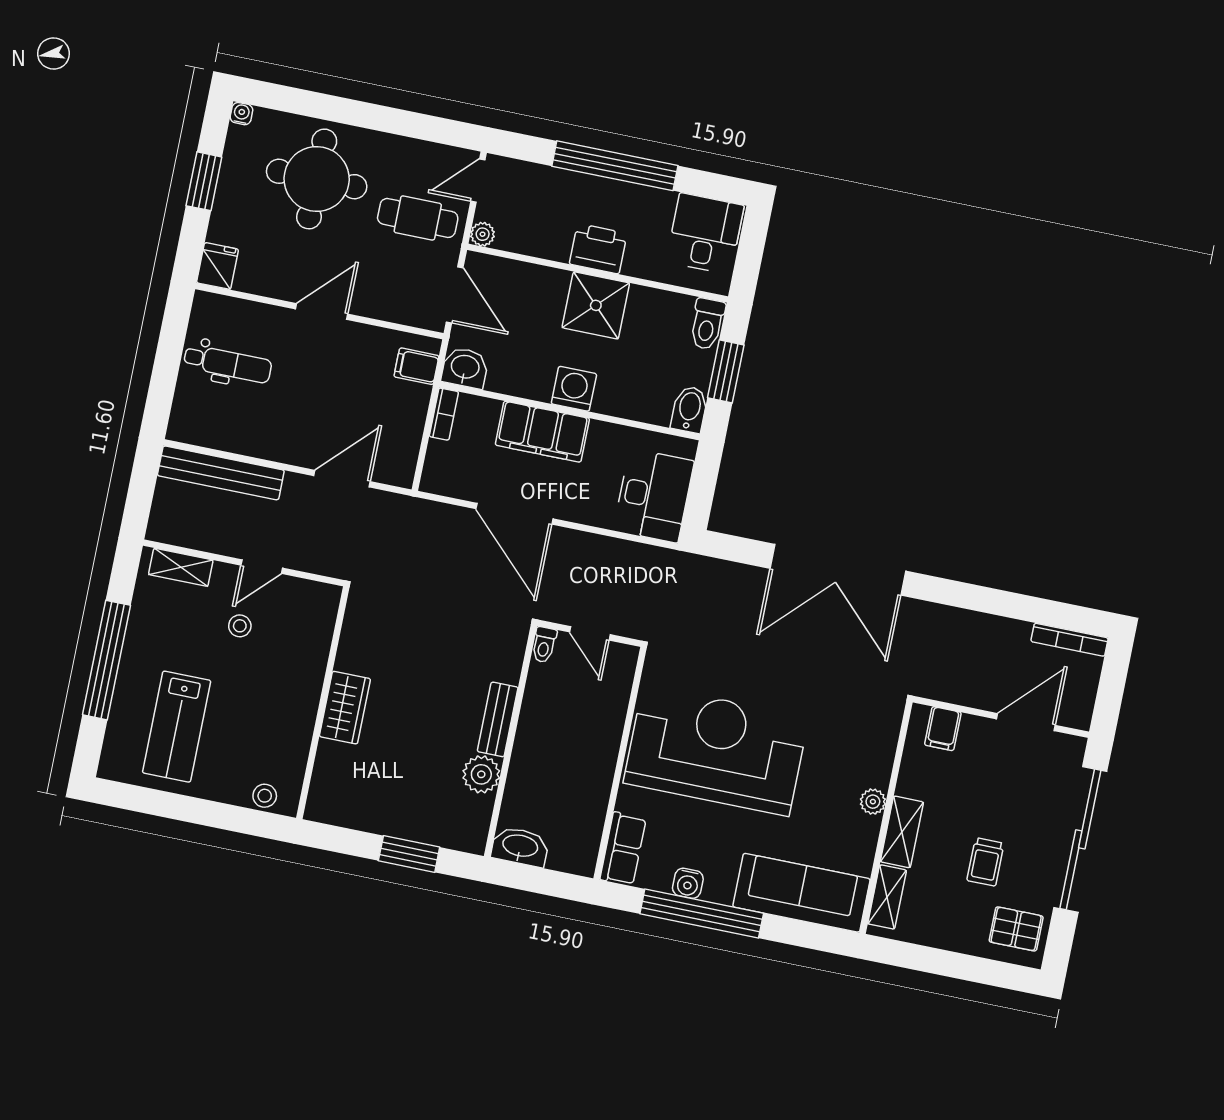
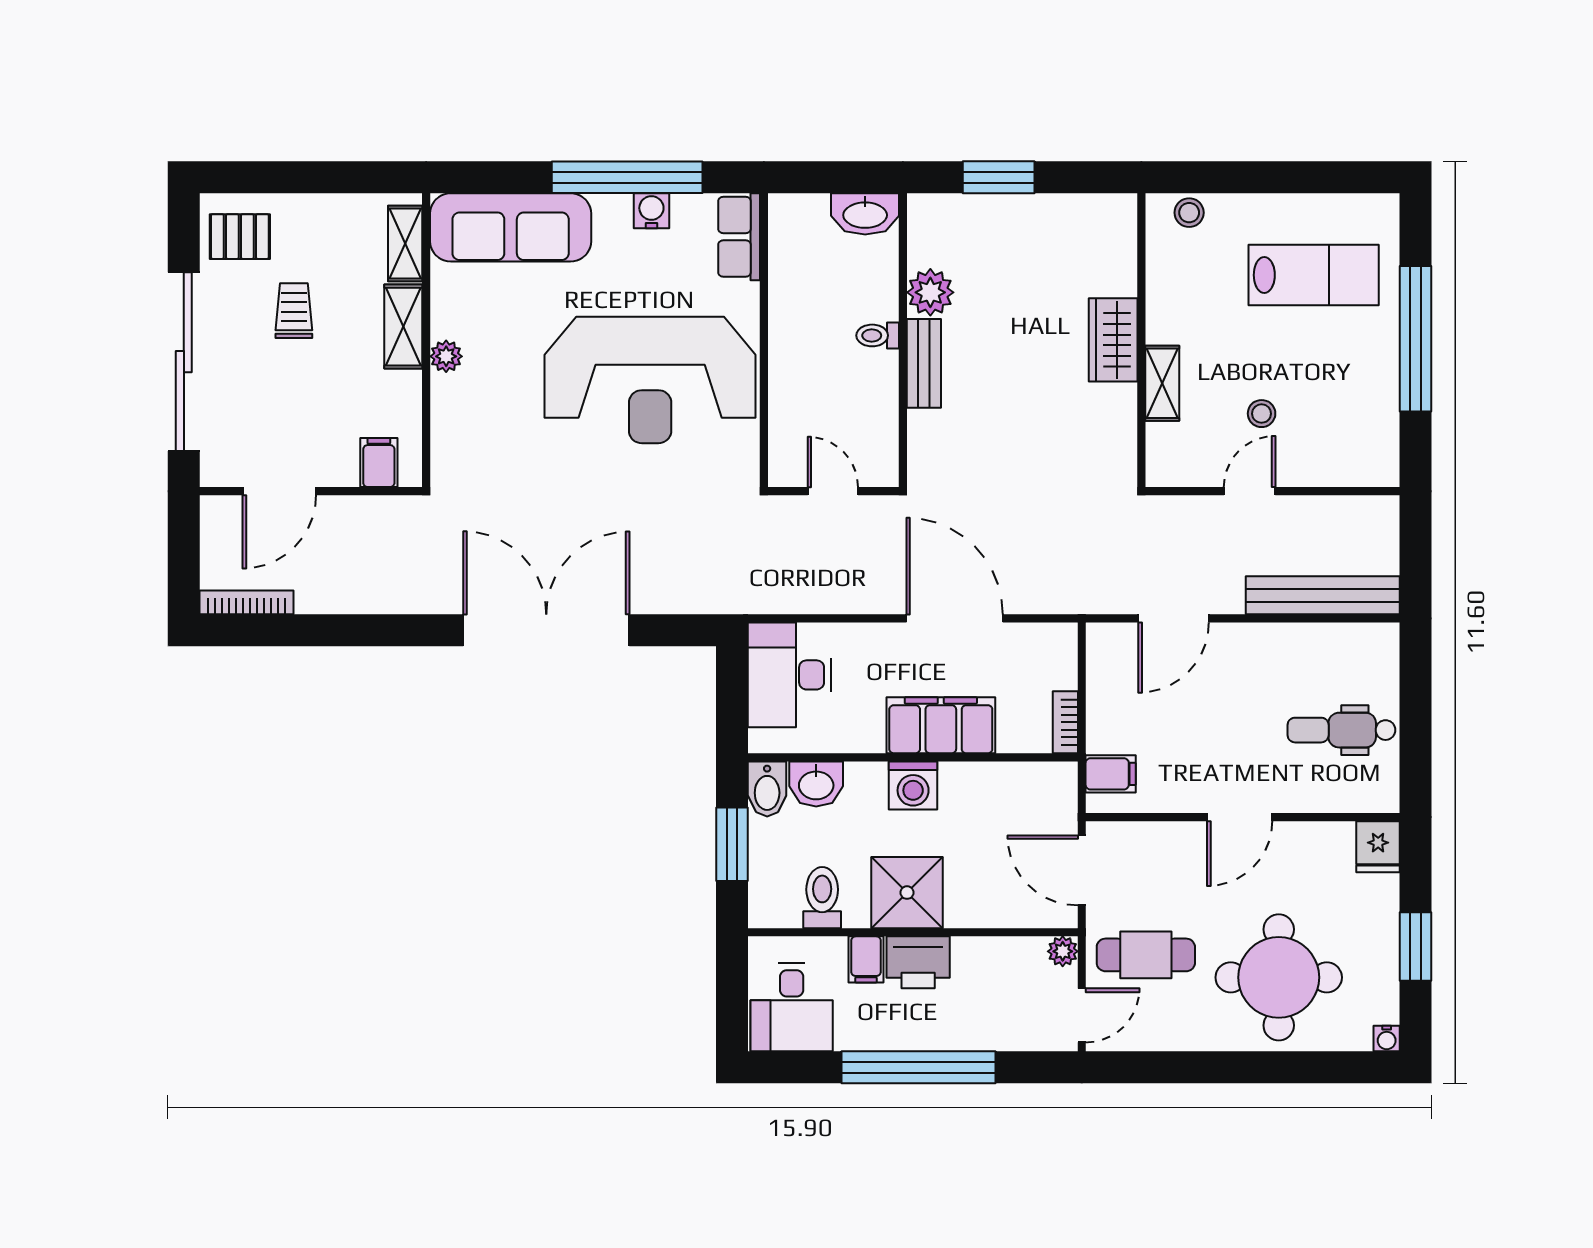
filing cabinet: (639, 259) -> (866, 959), added
toilet: (707, 324) -> (822, 898), moved
washbasin: (465, 368) -> (816, 784), moved
shelving: (181, 567) -> (1162, 383), moved, turned 90
toilet: (544, 645) -> (878, 335), moved, turned -90
lab bench: (177, 727) -> (1314, 275), turned 90

